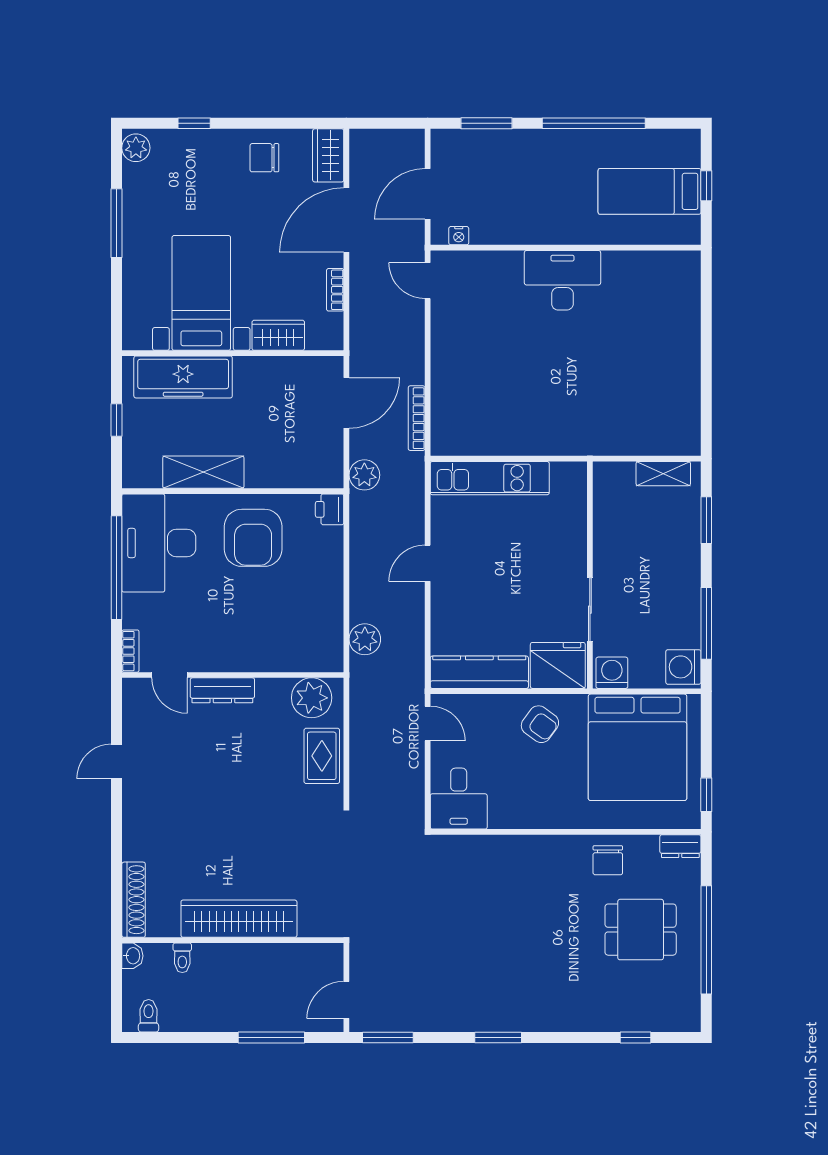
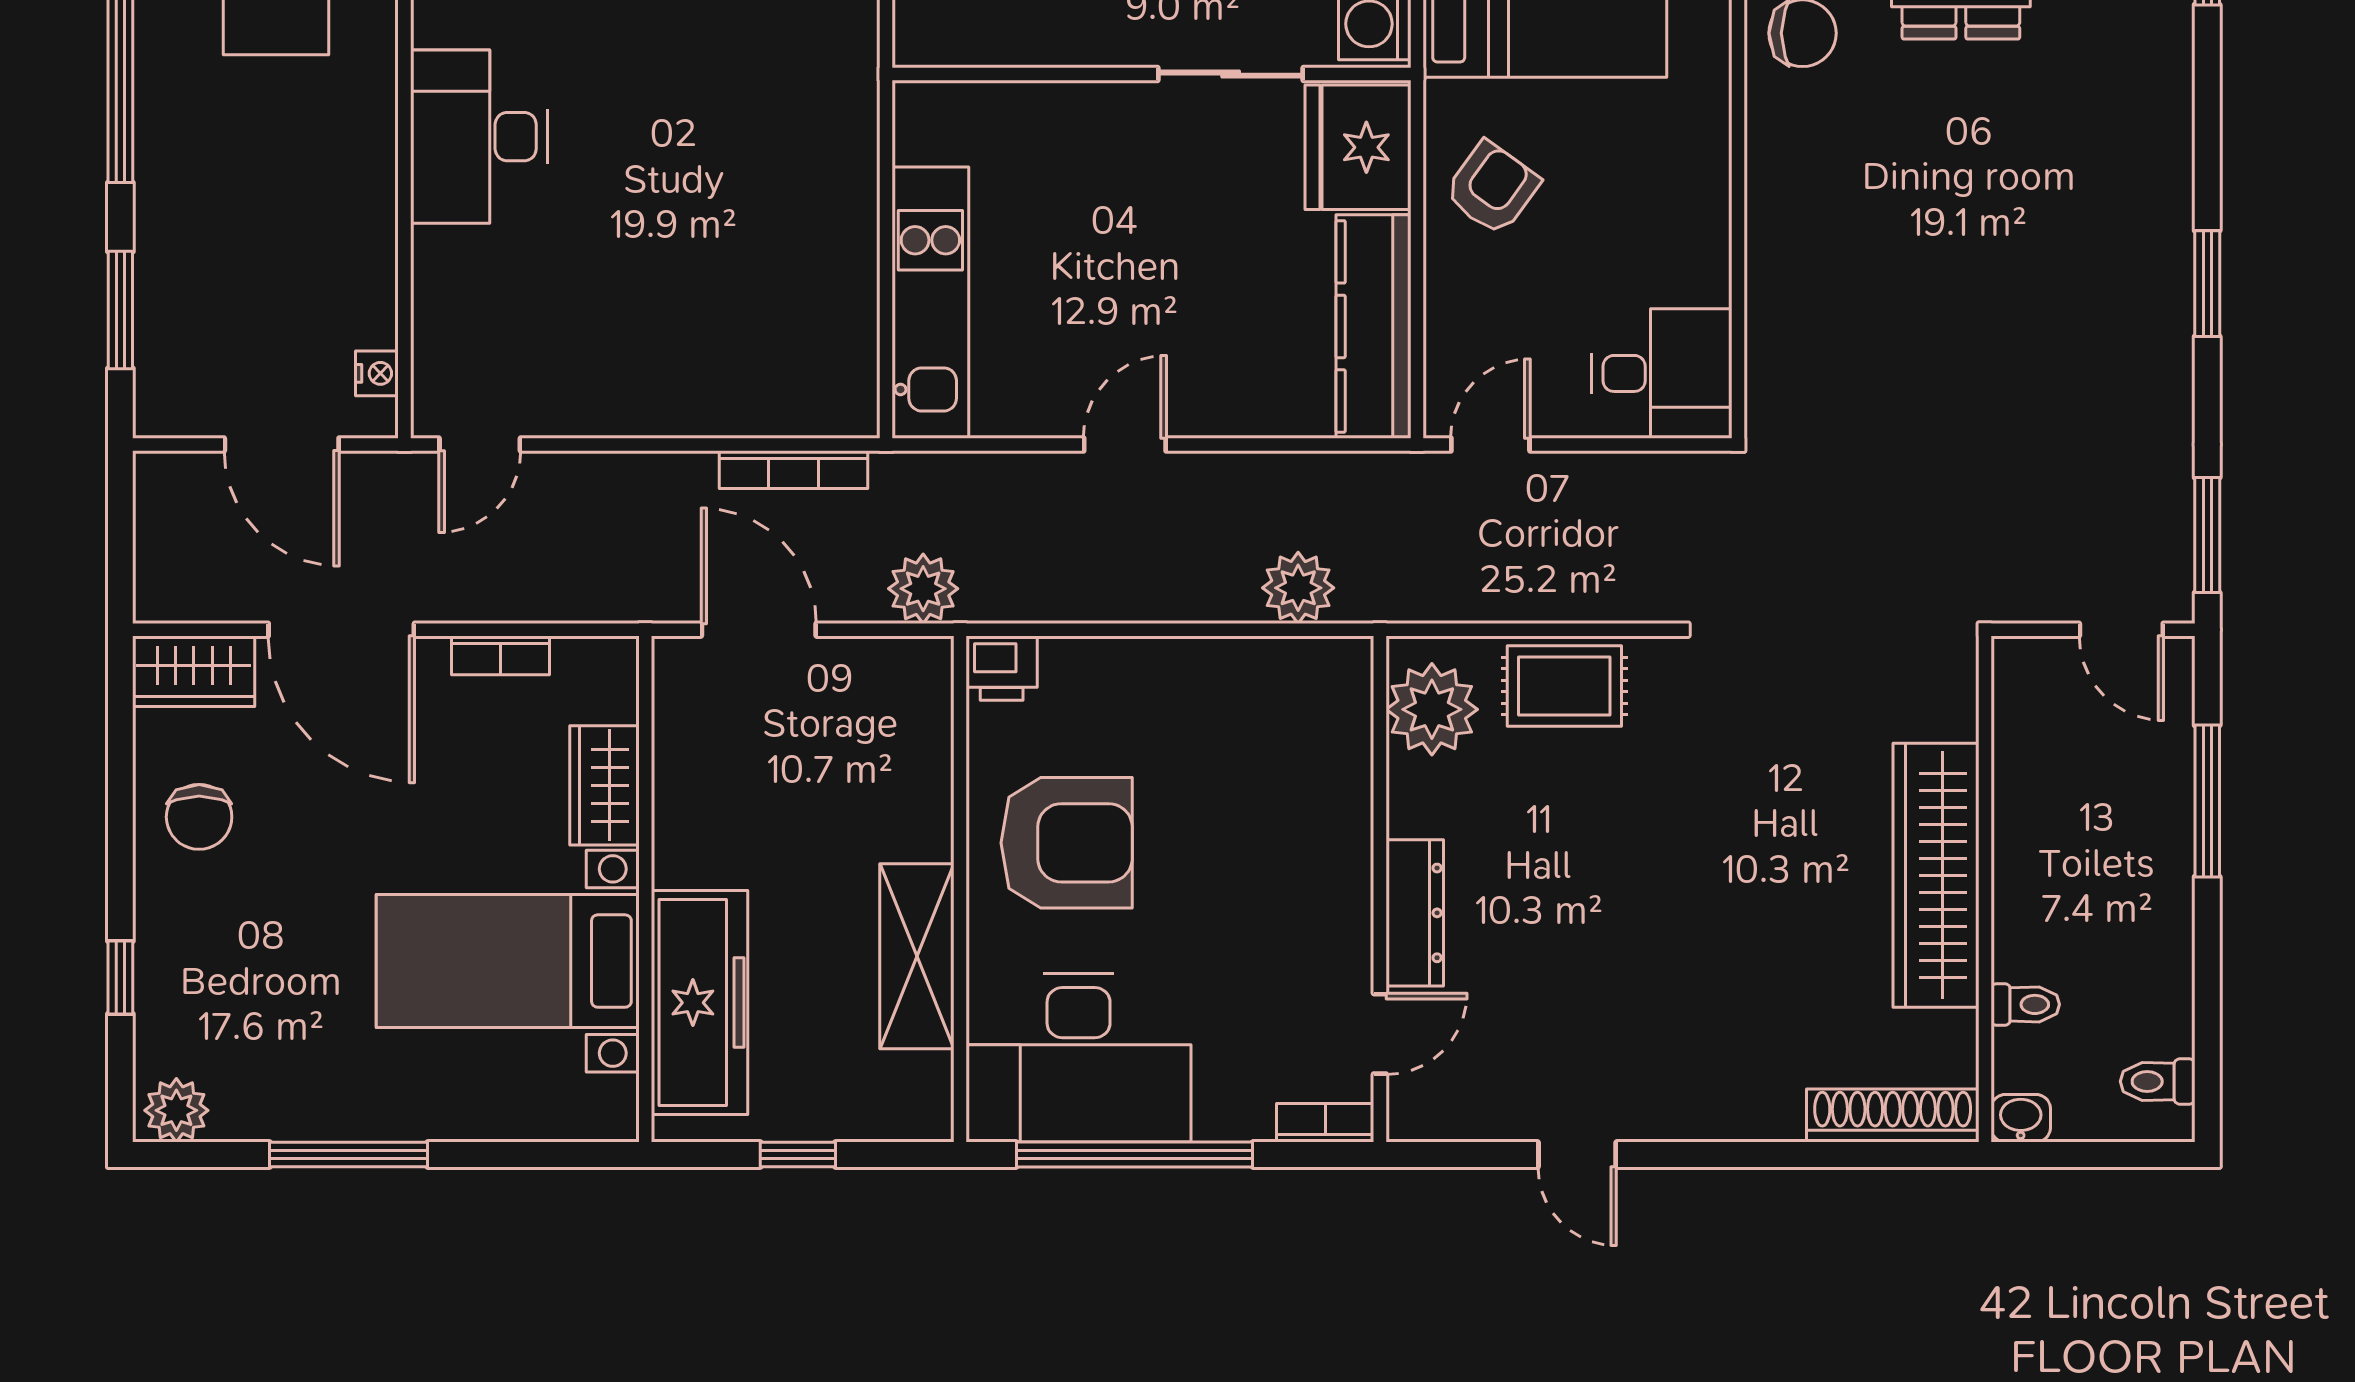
door: (428, 563) -> (1125, 444), swing flipped

